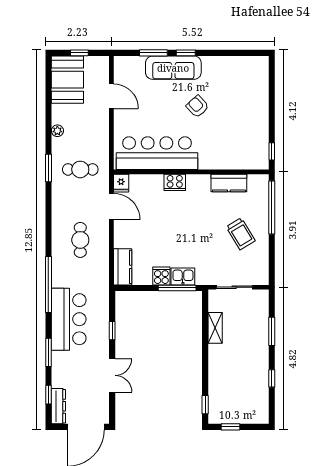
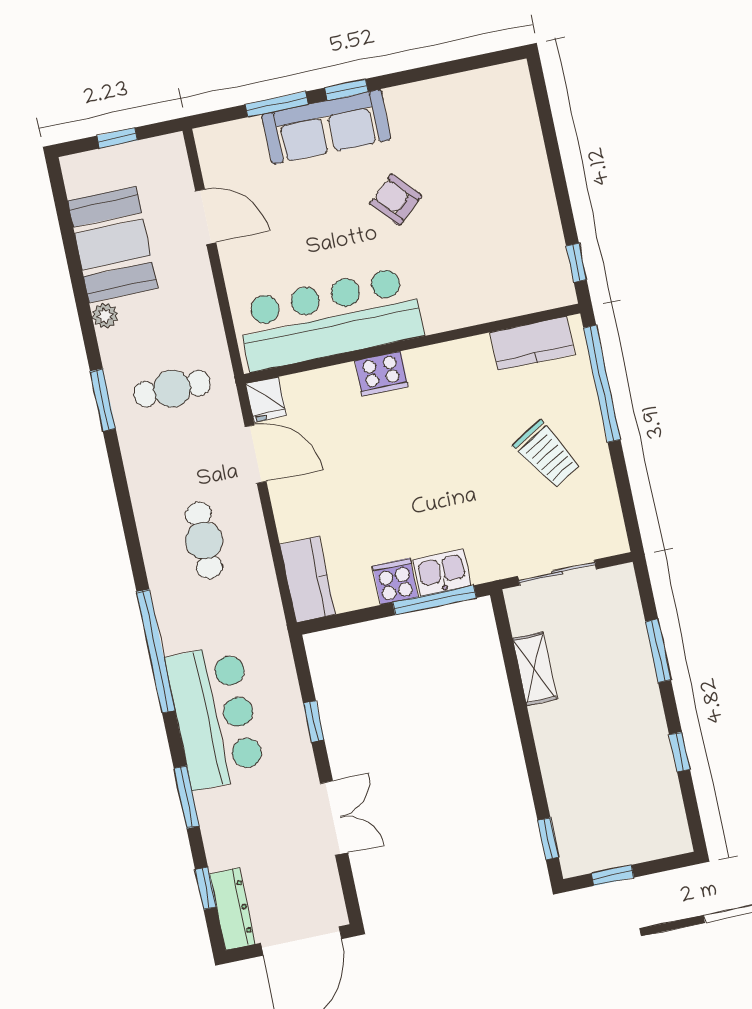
booth: (67, 80) -> (113, 245), moved
kitchen counter: (229, 183) -> (532, 343), moved

